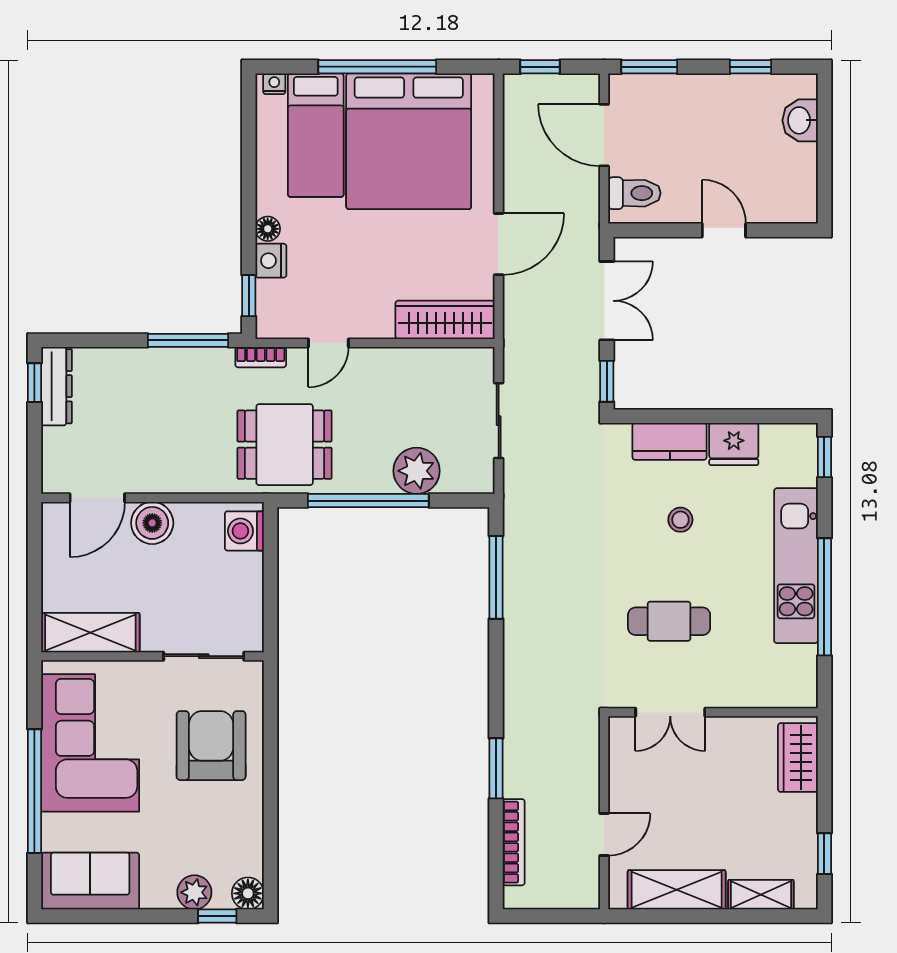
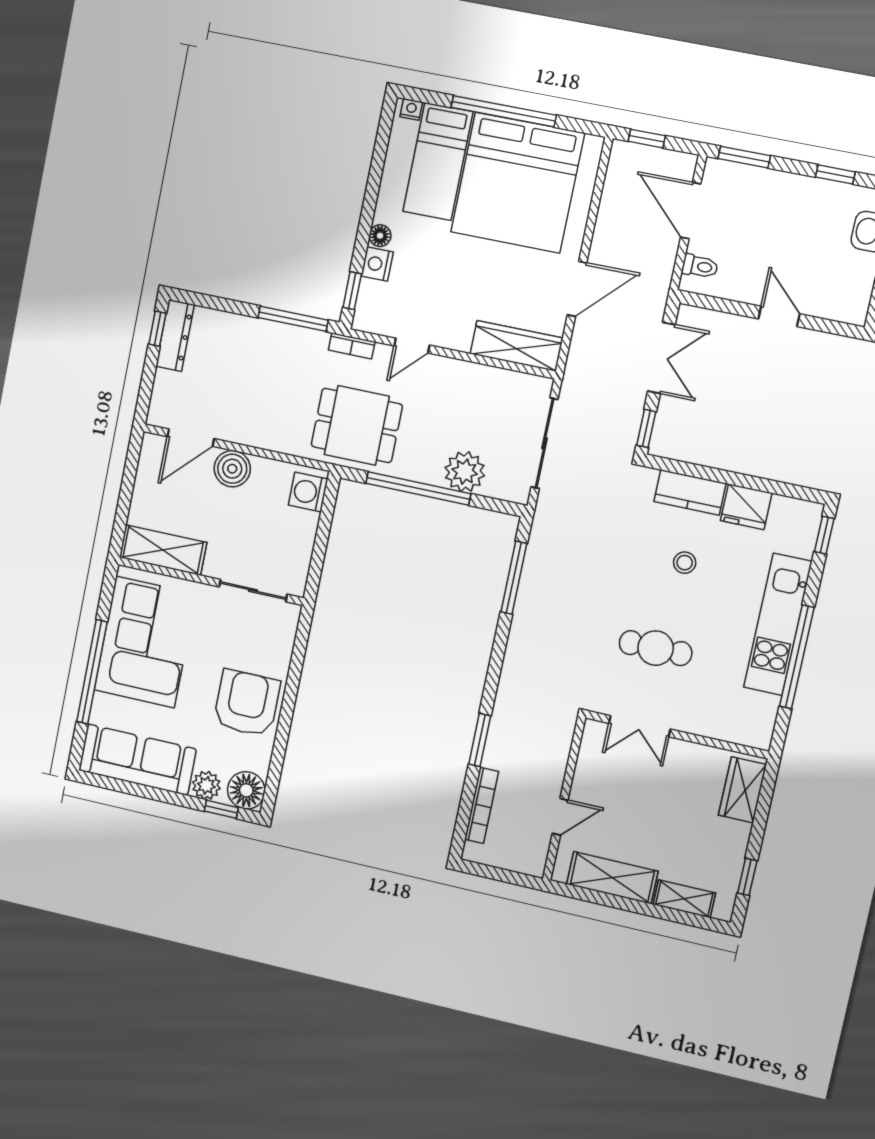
toilet: (634, 193) -> (700, 266), width x0.73, depth x0.72
sliding door: (499, 421) -> (545, 443), width x1.37
armchair: (211, 746) -> (247, 703), moved
sofa: (90, 881) -> (137, 760), width x1.36
floor lamp: (248, 893) -> (246, 790), width x1.38, depth x1.38

